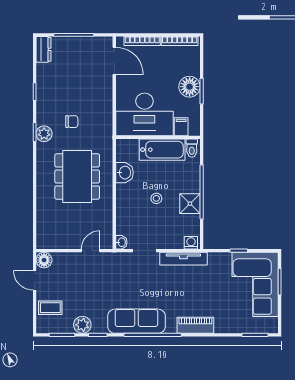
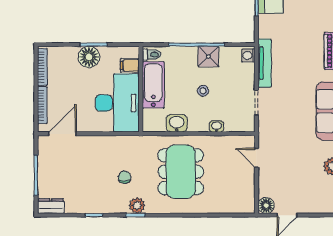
dining table: (77, 176) -> (181, 172), turned 90
washbasin: (121, 242) -> (216, 126), moved
coffee table: (50, 308) -> (315, 199), removed

